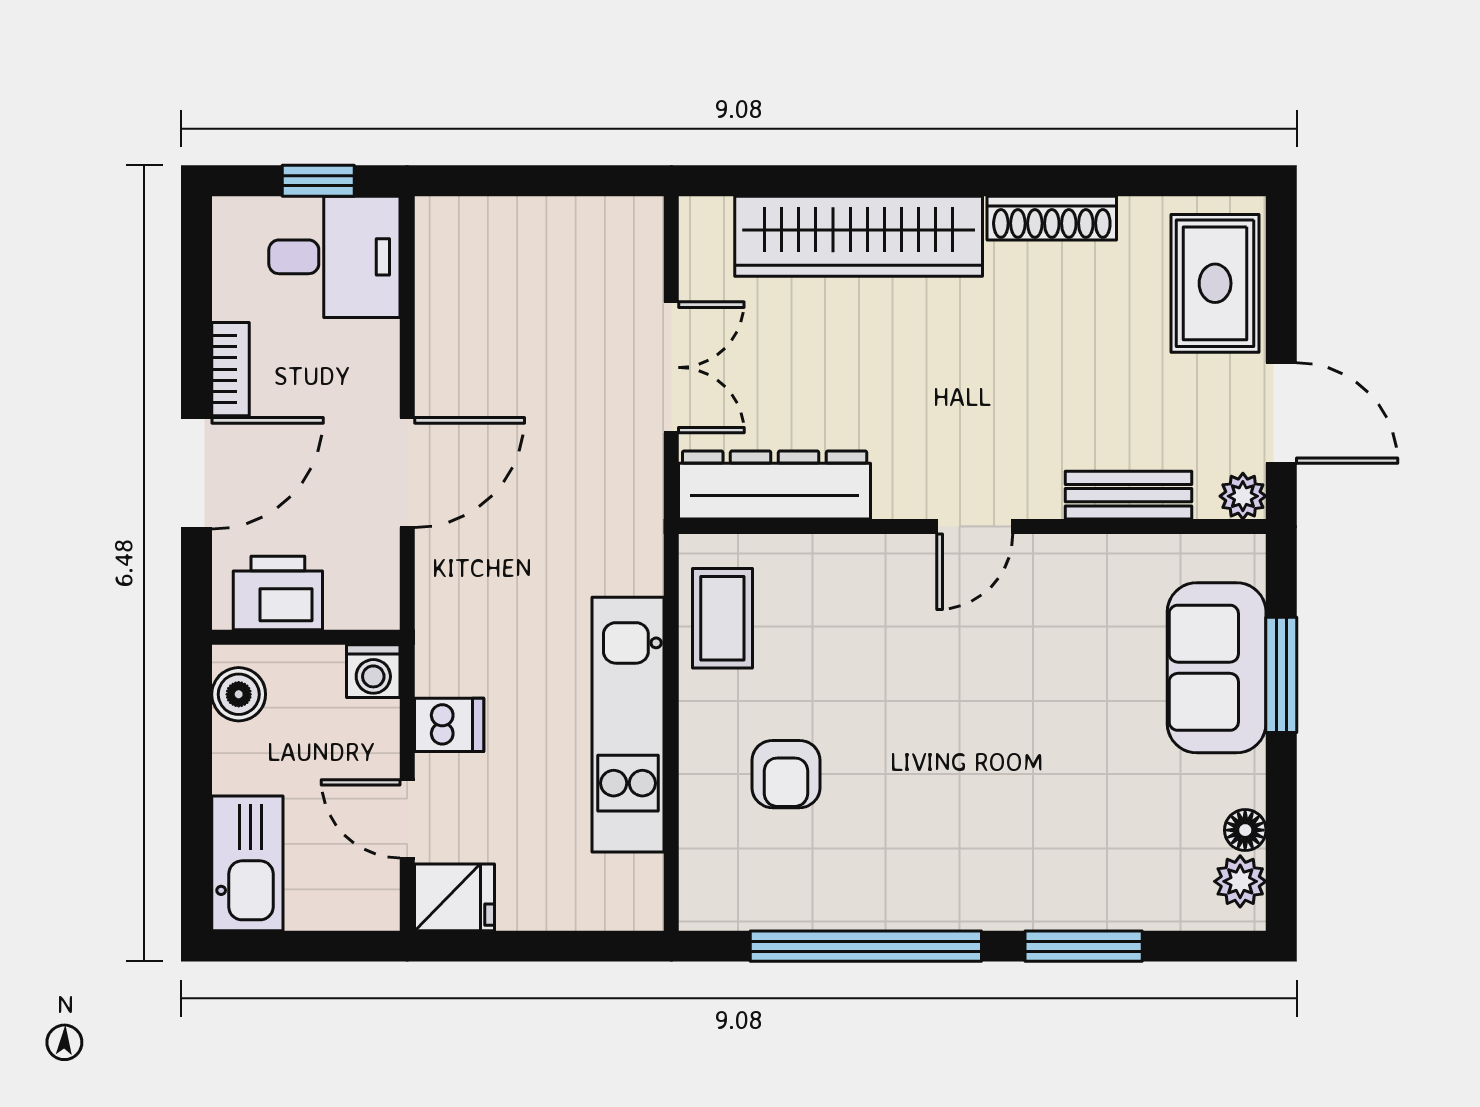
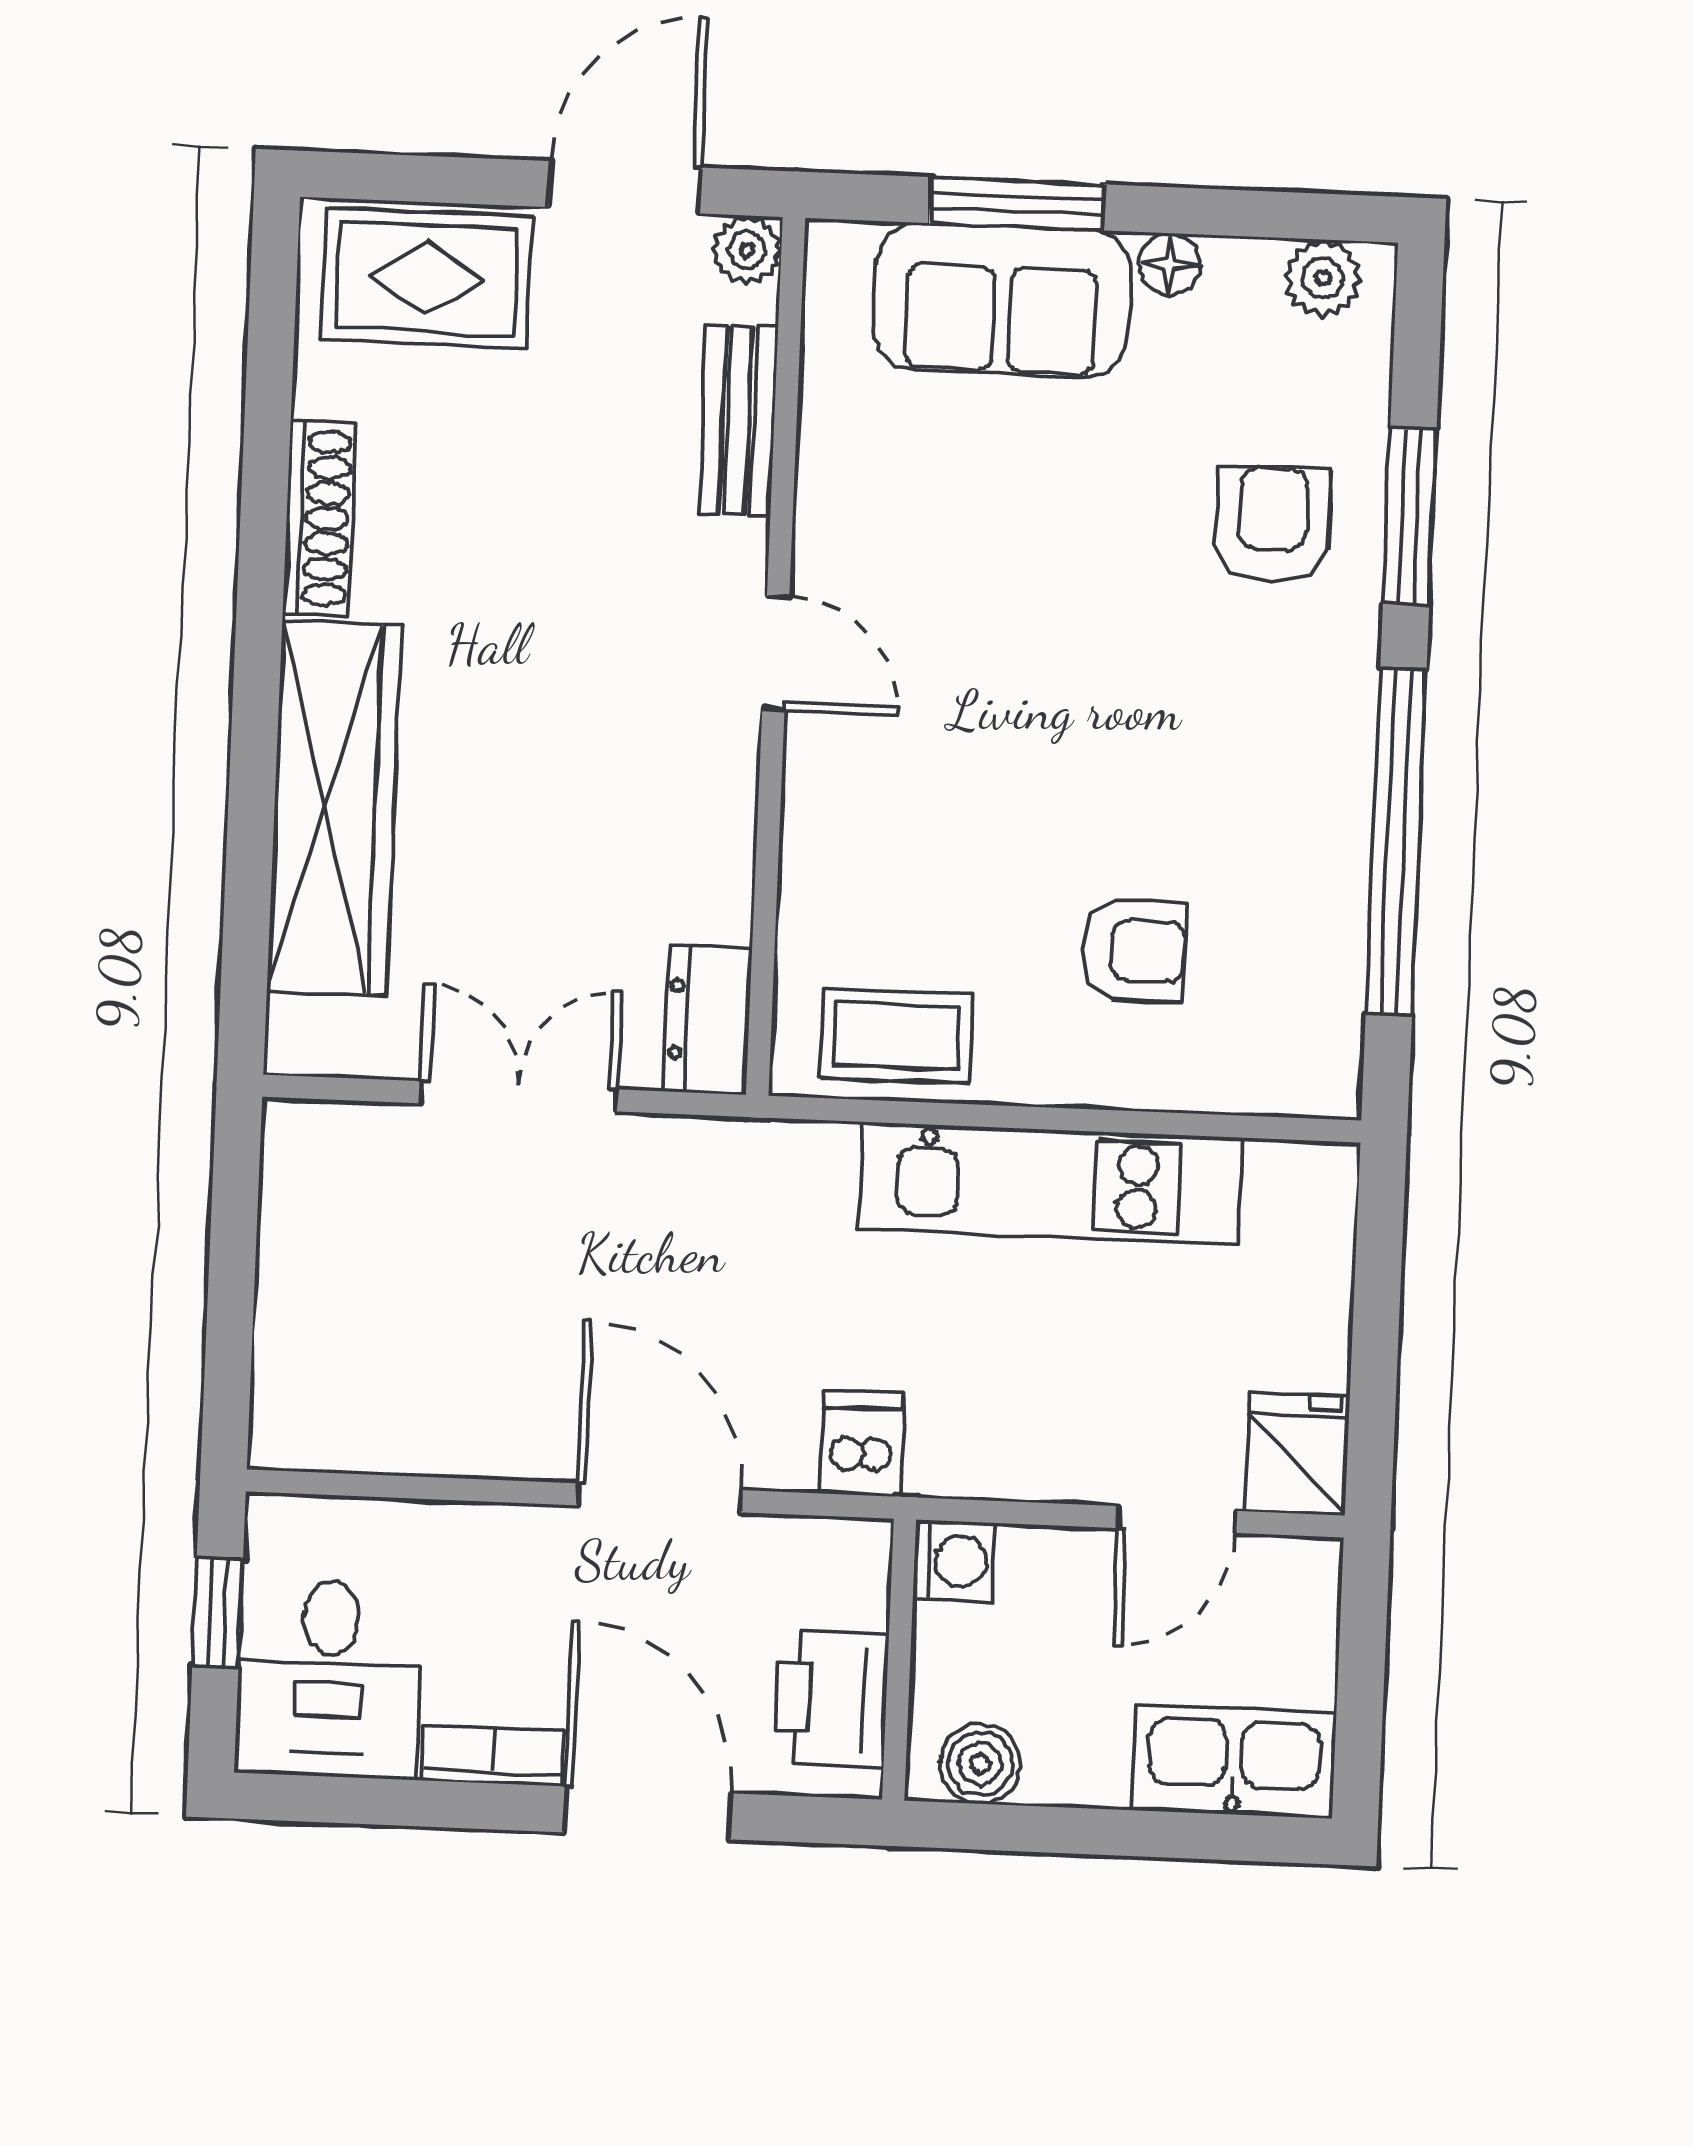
desk: (334, 257) -> (329, 1678), moved, turned 180
dresser: (775, 485) -> (708, 1020), width x0.51, depth x0.80
dishwasher: (449, 725) -> (862, 1444), moved
floor lamp: (1245, 830) -> (1169, 264), moved
armchair: (1074, 855) -> (1272, 524), added

